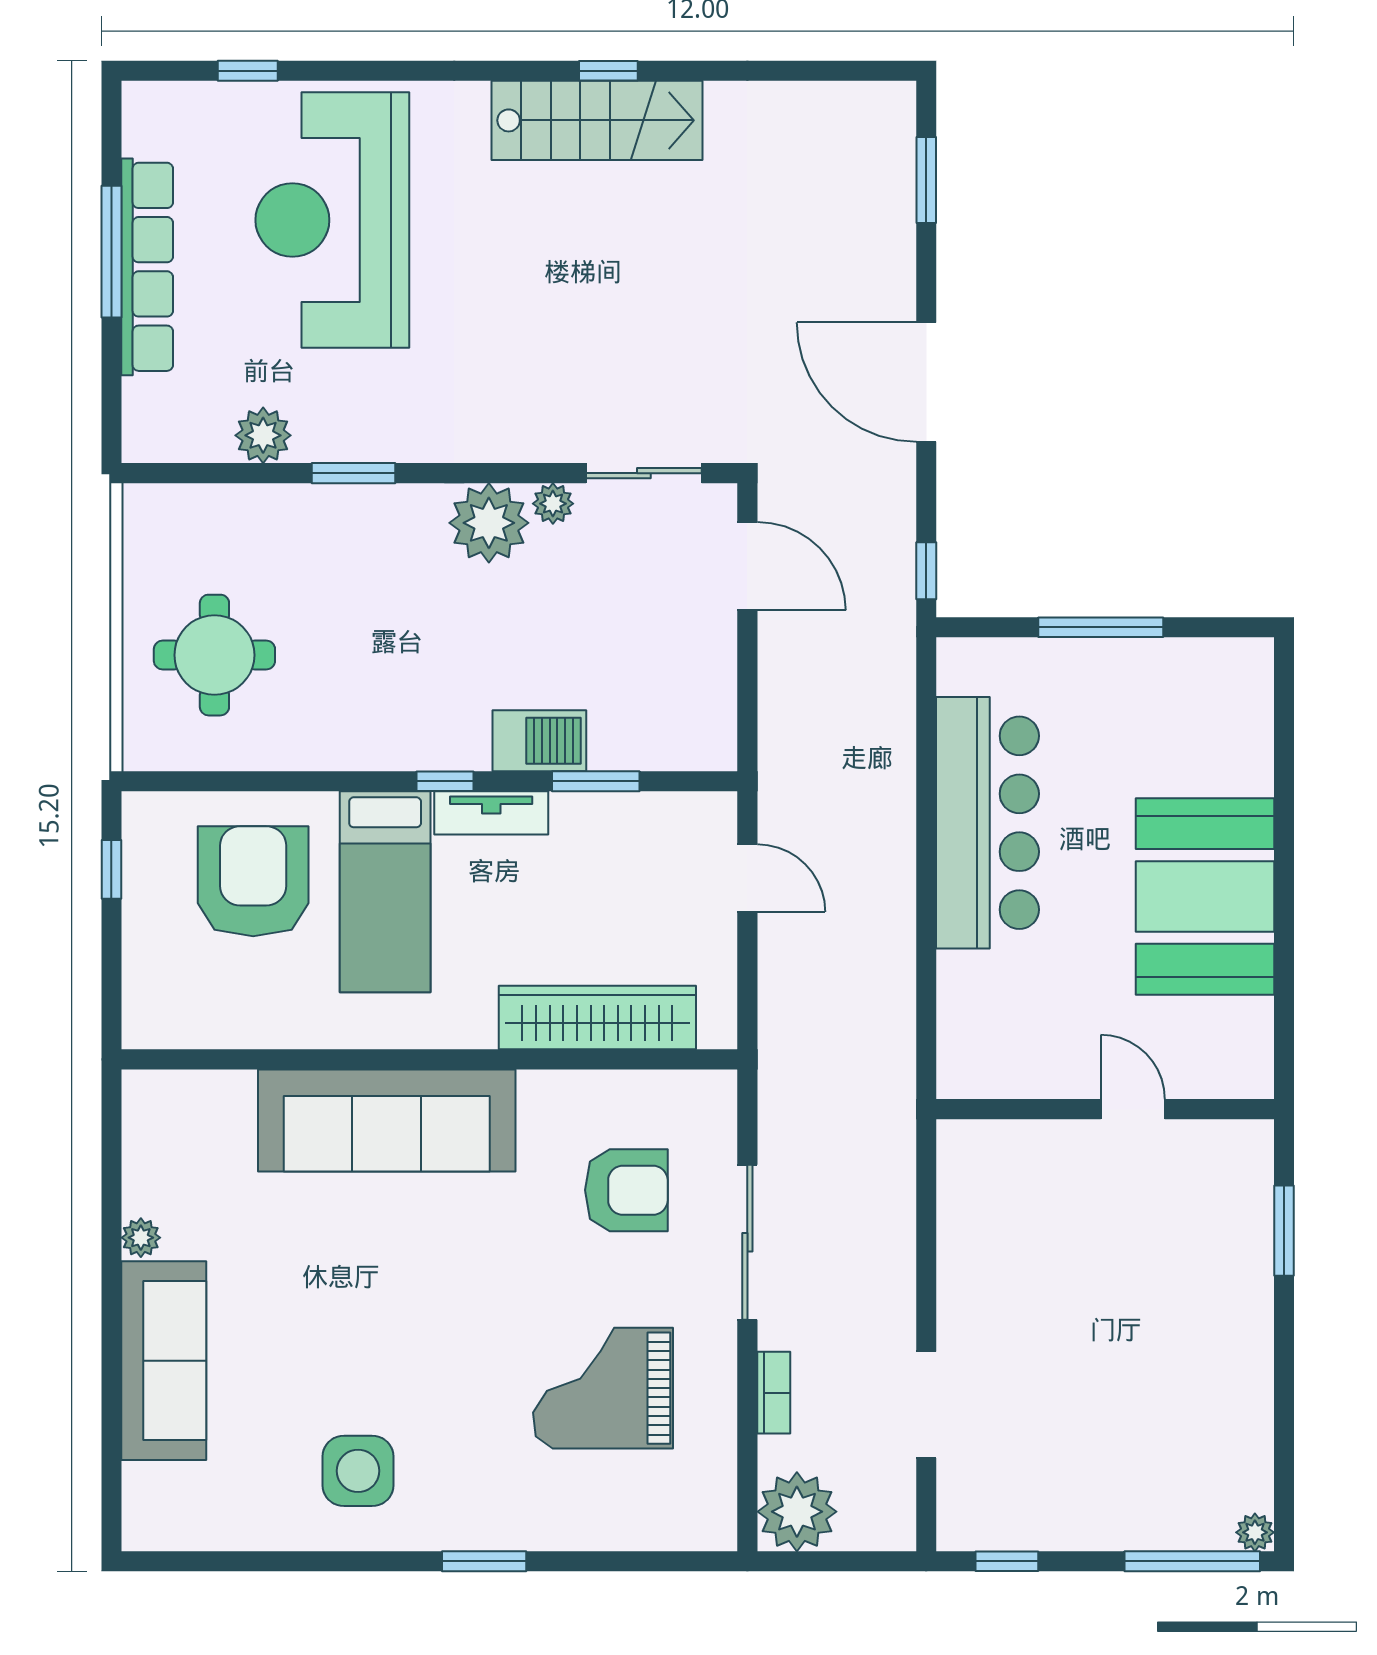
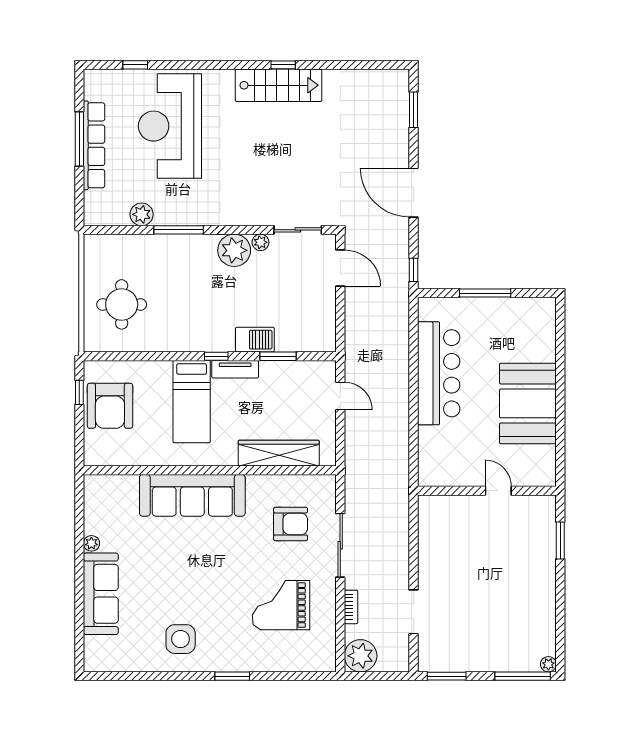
window: (354, 473) -> (179, 230), width x1.44
armchair: (253, 881) -> (110, 406), moved, turned 180
window: (1007, 1561) -> (447, 676), width x1.50

